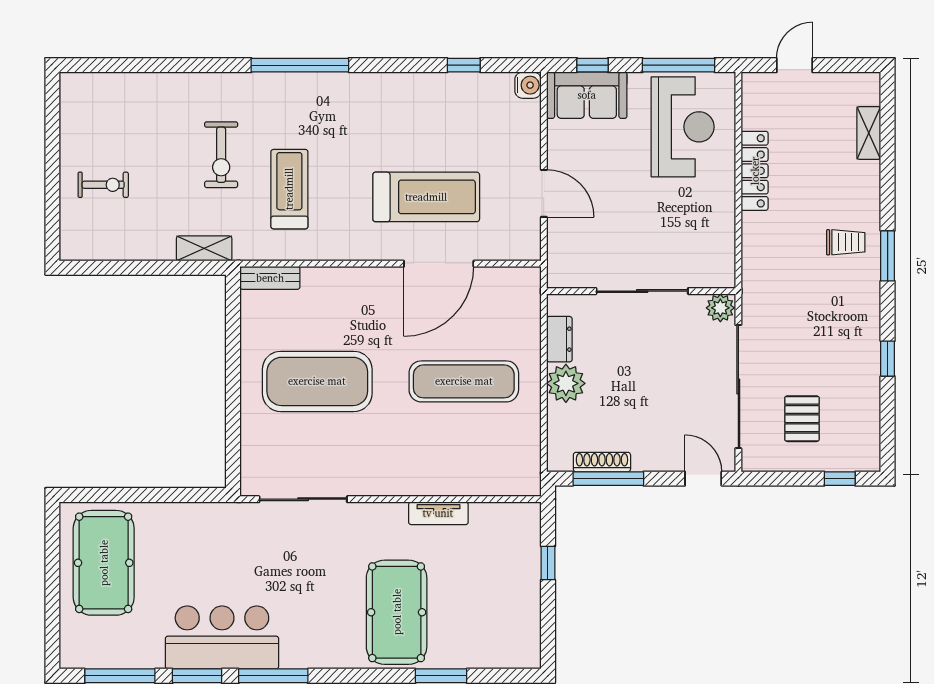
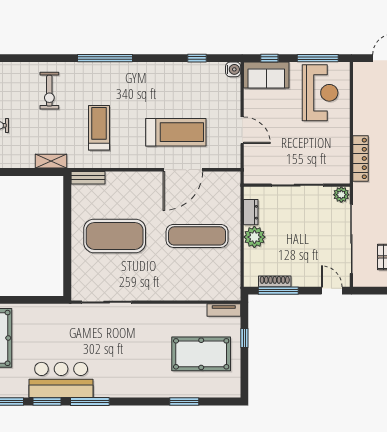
exercise bike: (221, 155) -> (49, 91), moved
locker: (755, 171) -> (361, 158), moved
tv unit: (438, 513) -> (224, 310), moved
pool table: (397, 612) -> (201, 354), moved, turned 90

